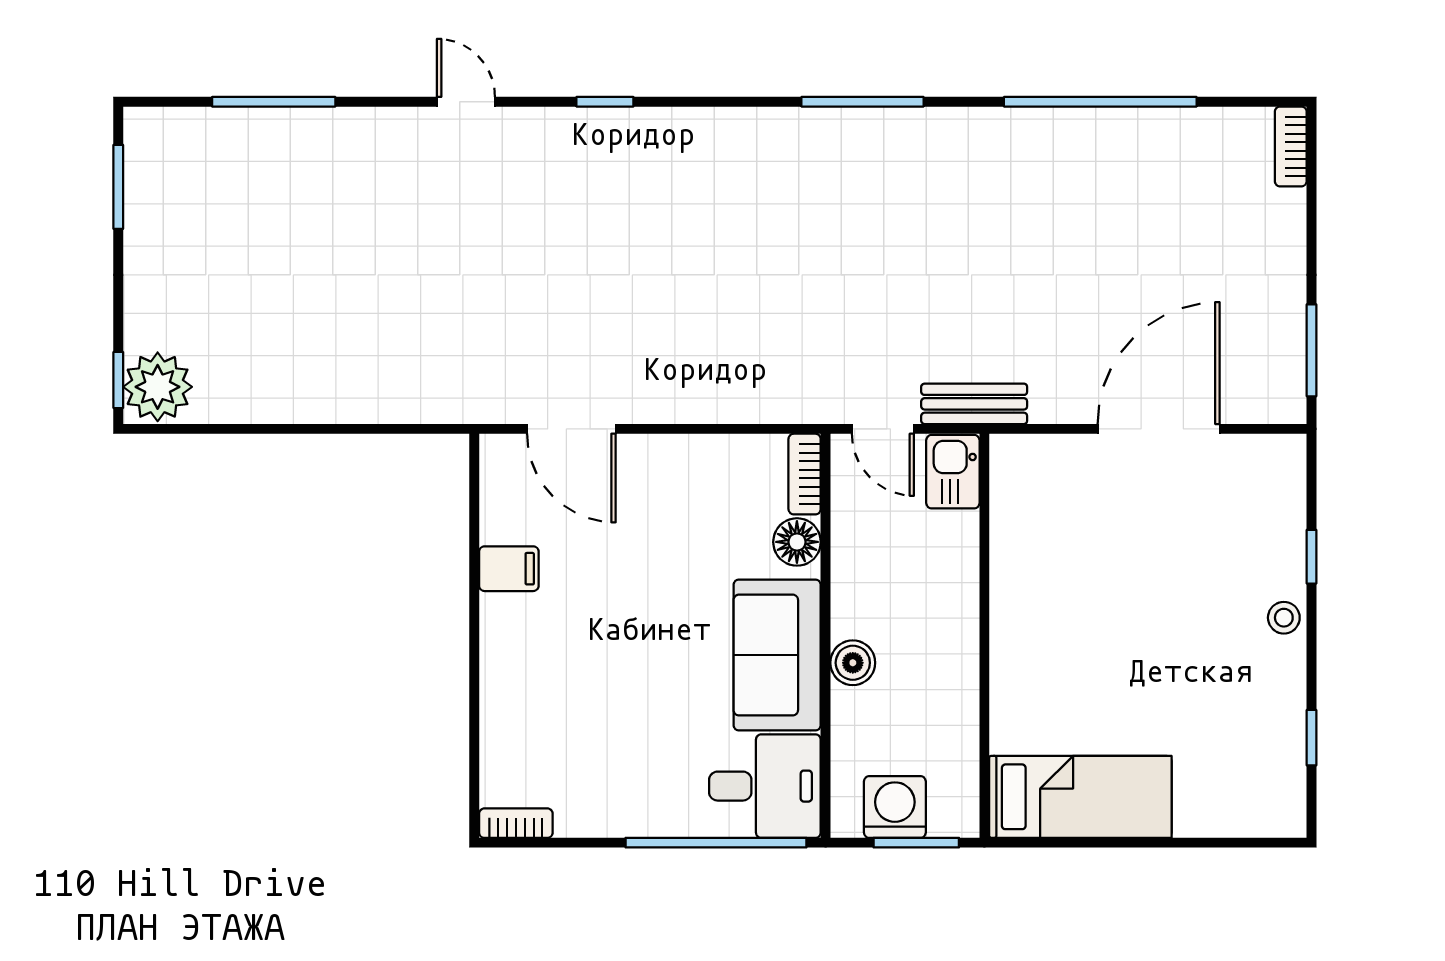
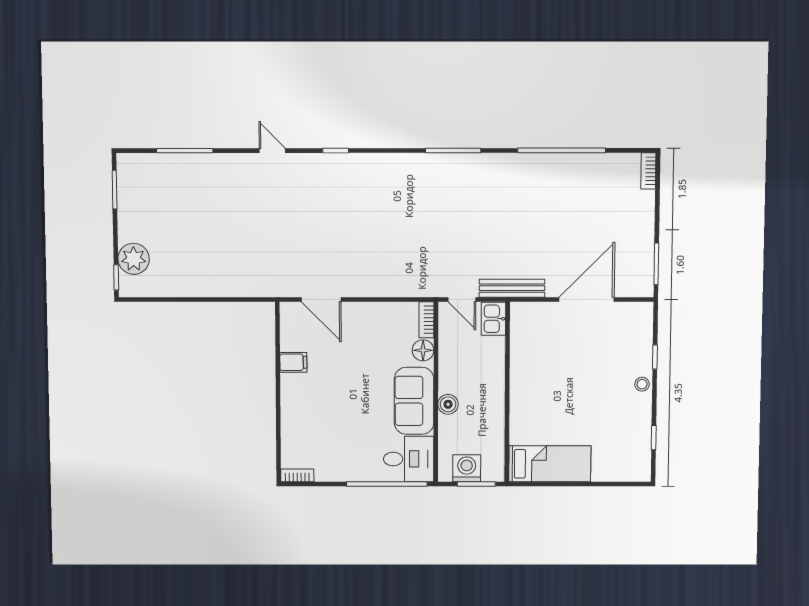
plant: (158, 387) -> (134, 259), moved
bench: (974, 404) -> (512, 288), width x1.36

